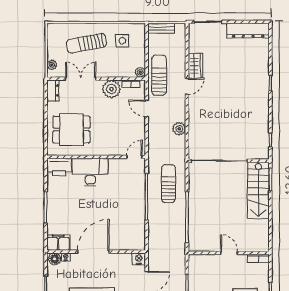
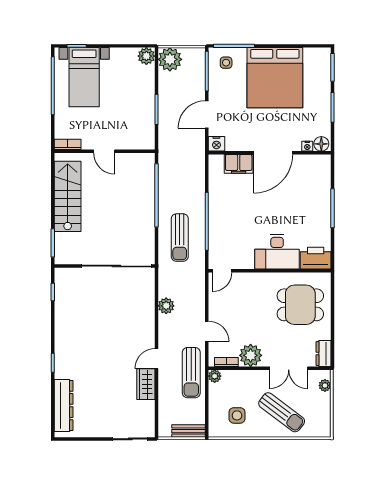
dresser: (248, 31) -> (64, 405), moved, turned 90
sun lounger: (86, 43) -> (282, 412), turned 48
stairs: (258, 190) -> (68, 196), moved
filing cabinet: (58, 243) -> (239, 164), moved

